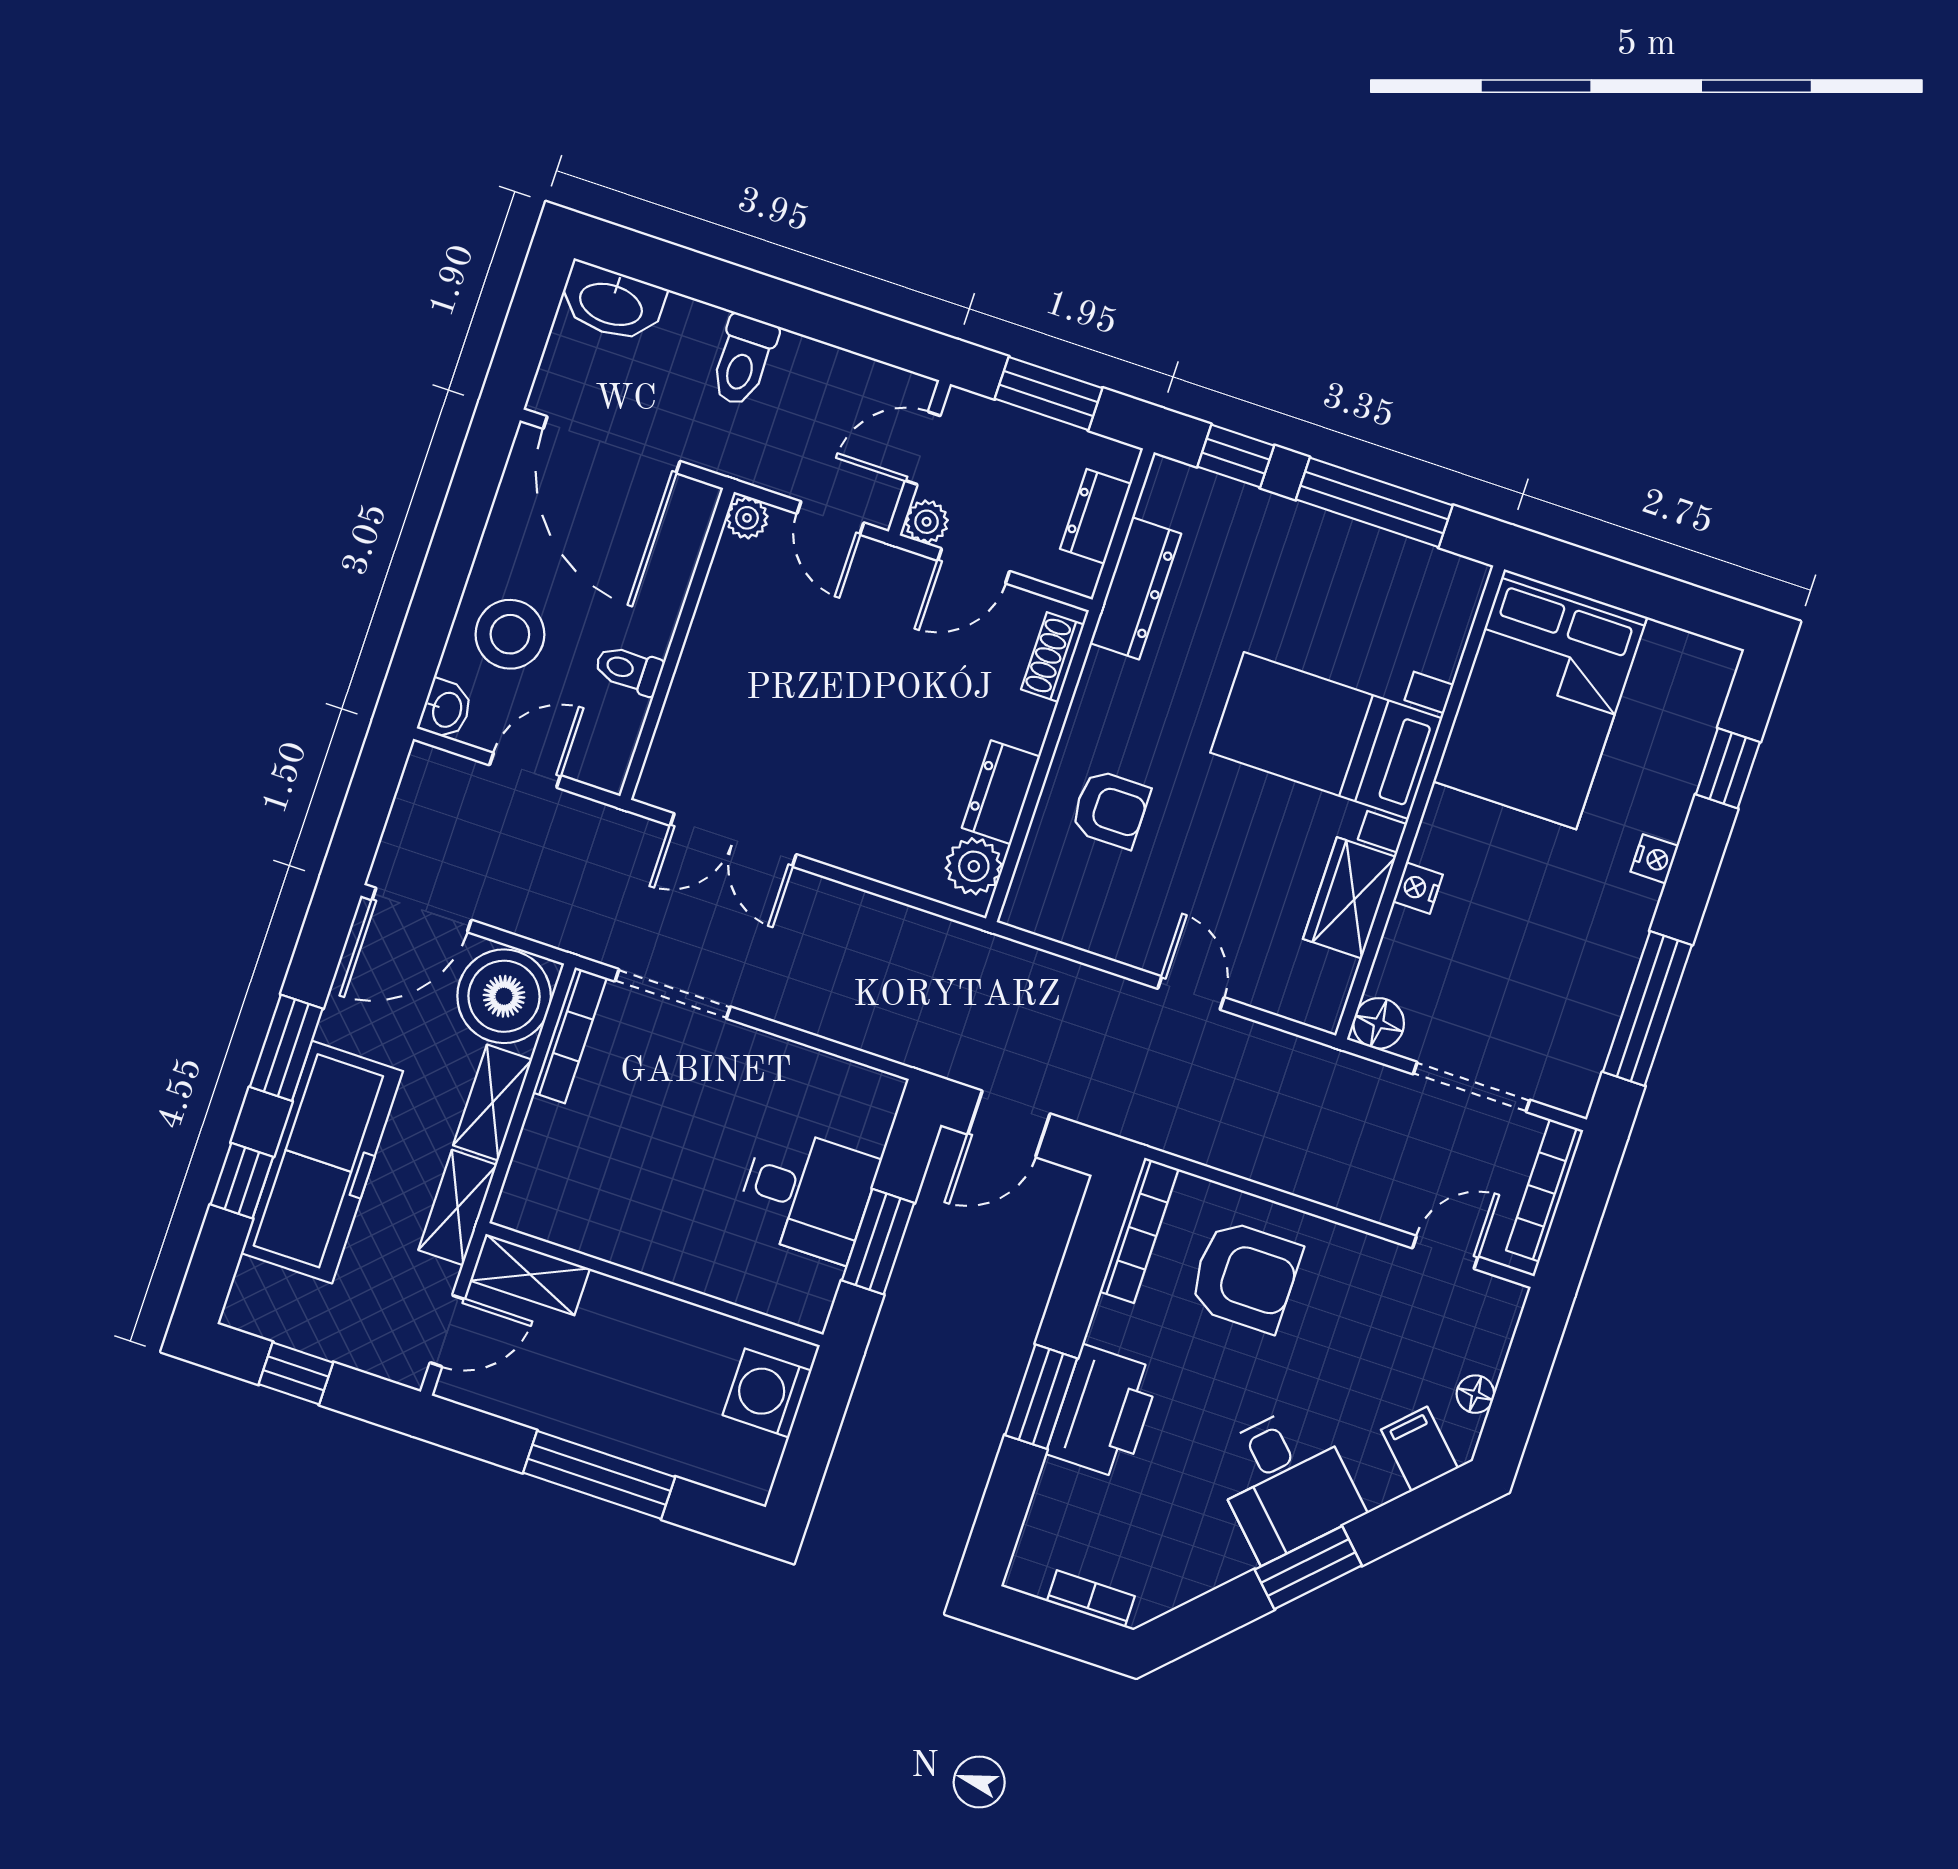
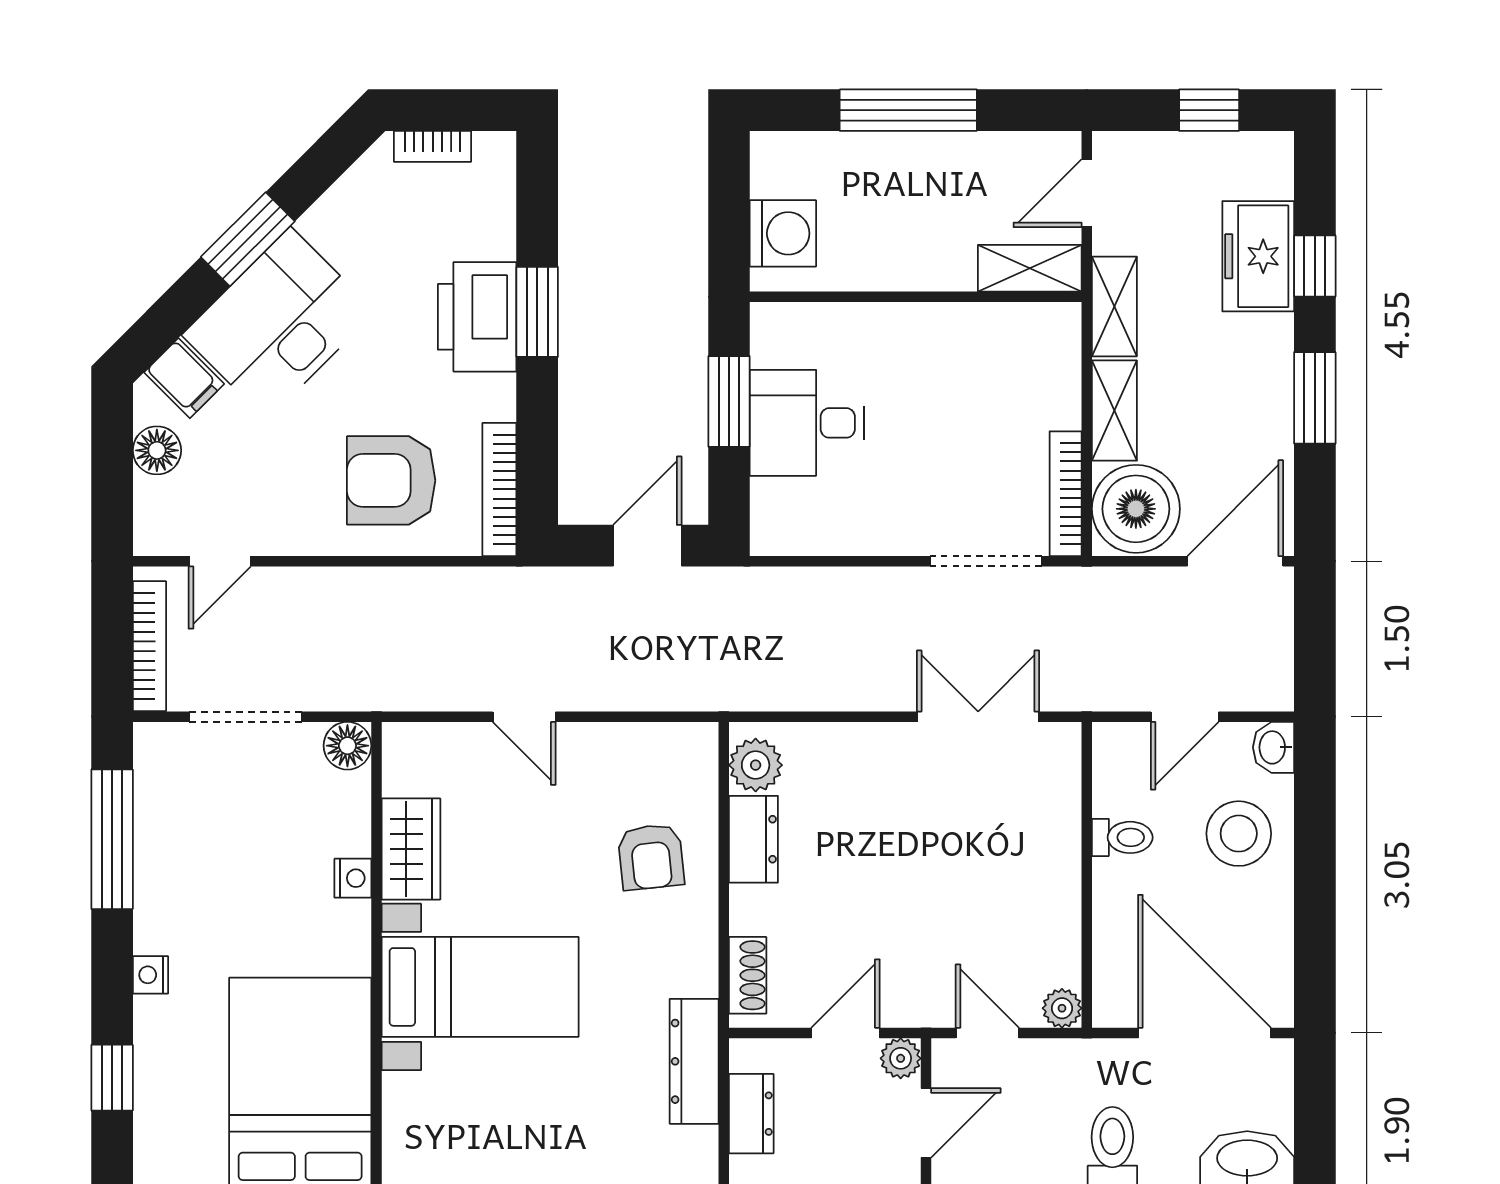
armchair: (1110, 809) -> (651, 857), turned -96
freezer: (322, 1162) -> (1258, 256), width x0.52, depth x0.79
floor lamp: (1475, 1394) -> (157, 450), width x1.37, depth x1.37
desk: (1286, 1482) -> (279, 323), width x1.37

